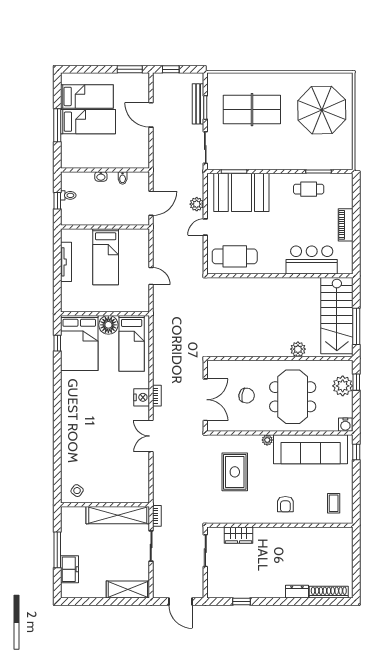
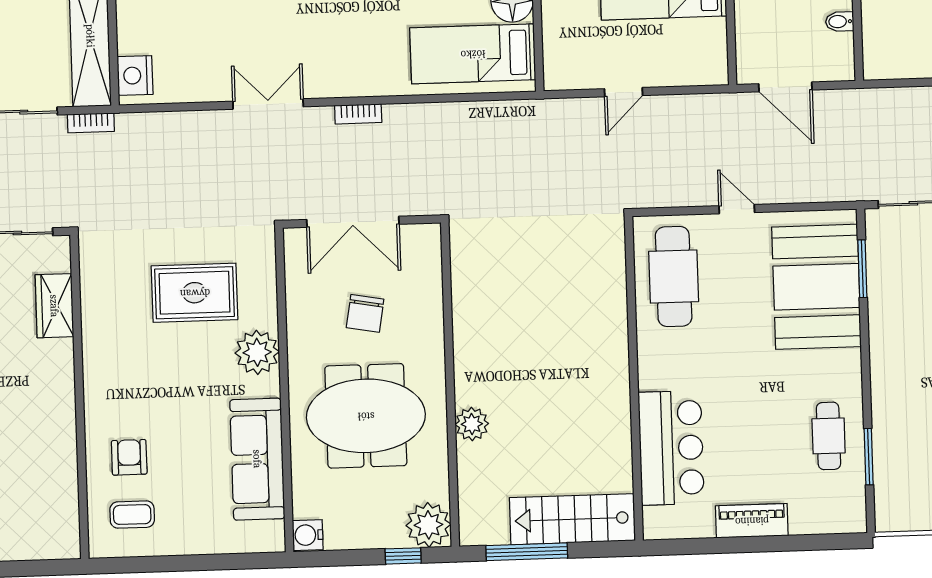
plant: (197, 204) -> (787, 188), removed
stairs: (337, 316) -> (572, 519), width x0.73, depth x0.66
plant: (343, 386) -> (428, 525), moved
nightstand: (142, 397) -> (135, 75), moved, turned 90
plant: (267, 440) -> (257, 352), width x1.87, depth x1.87
sofa: (311, 449) -> (257, 459), width x0.74, depth x0.79
window: (356, 452) -> (248, 561), removed
armchair: (285, 504) -> (129, 457), moved, turned 90

